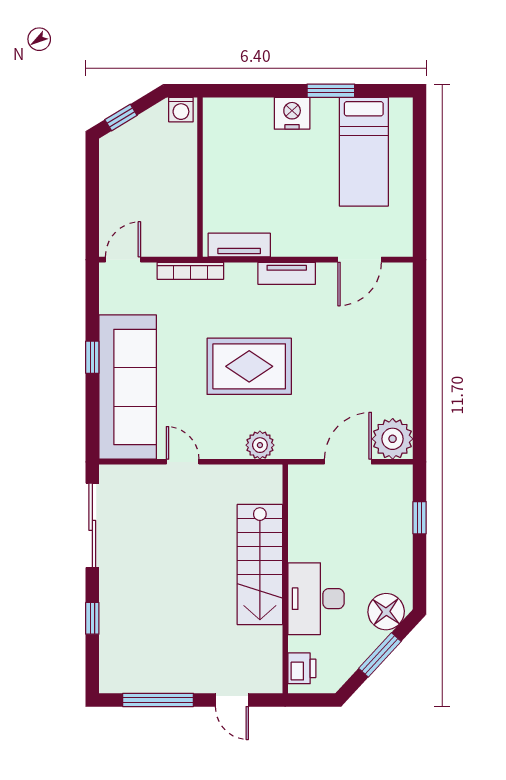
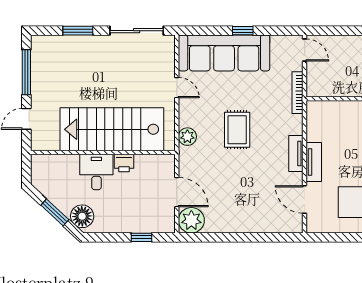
tv unit: (239, 245) -> (314, 162), moved
rug: (249, 366) -> (237, 130), width x0.73, depth x0.70
door: (183, 462) -> (177, 88), hinge flipped
stairs: (260, 565) -> (112, 129), width x1.36, depth x1.51
desk: (316, 599) -> (96, 172), width x0.73
window: (92, 618) -> (78, 31), width x1.50
printer: (302, 668) -> (124, 163), moved

